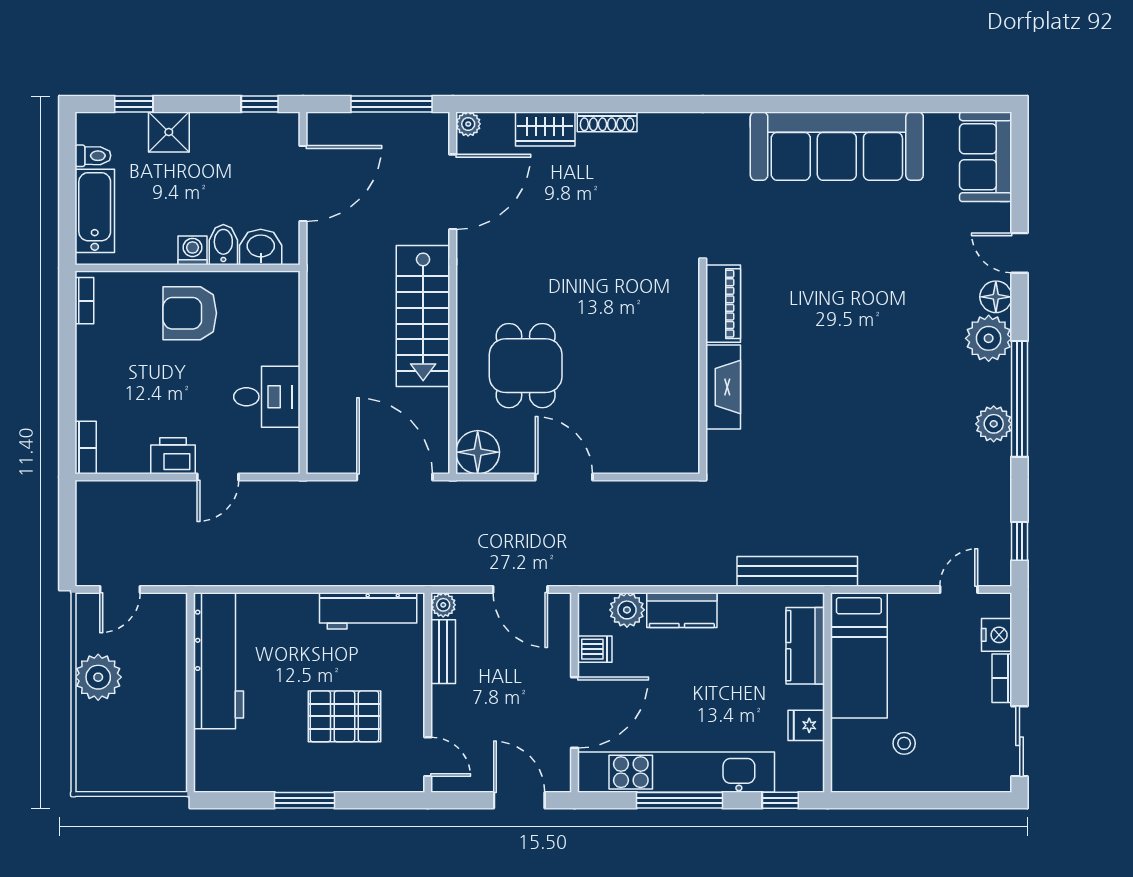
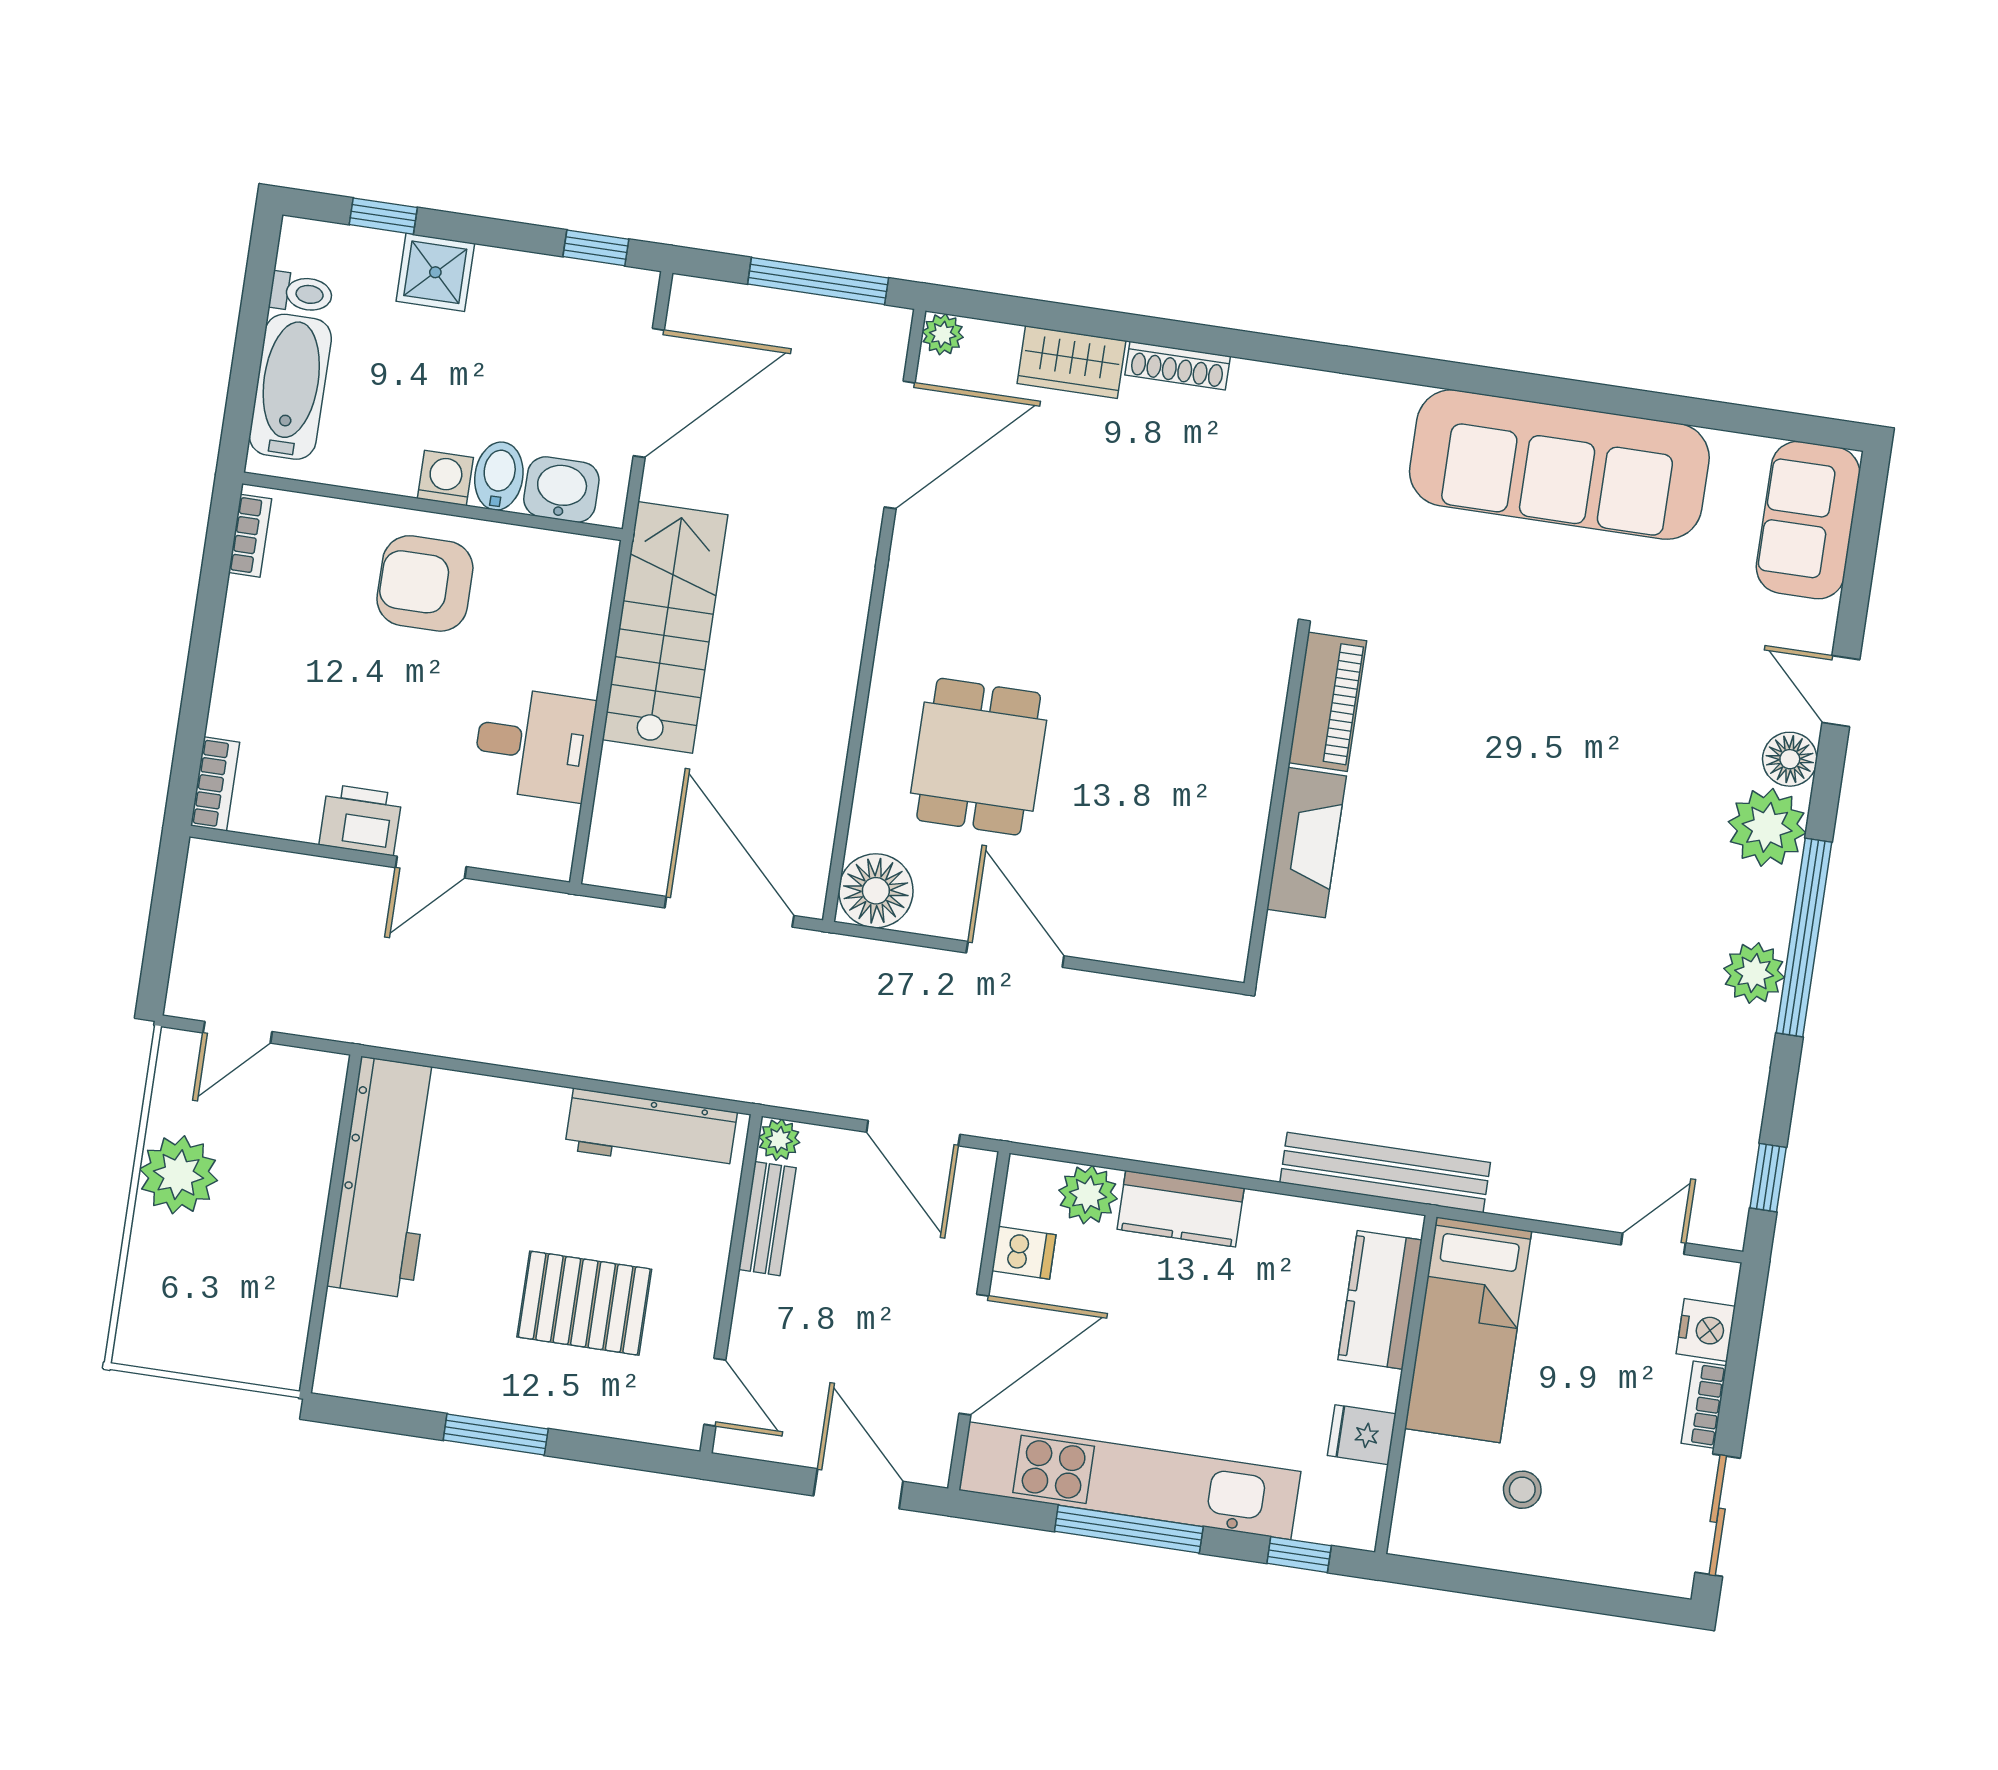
stairs: (423, 316) -> (665, 627), moved, turned 180

